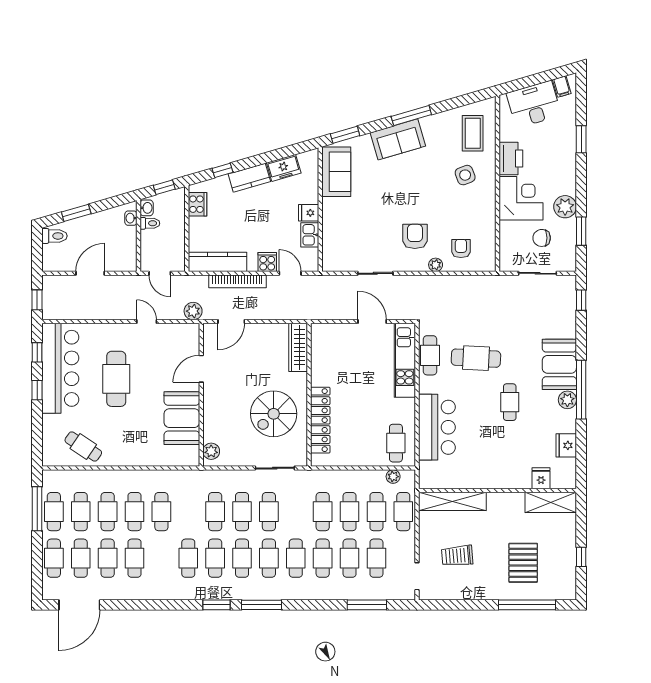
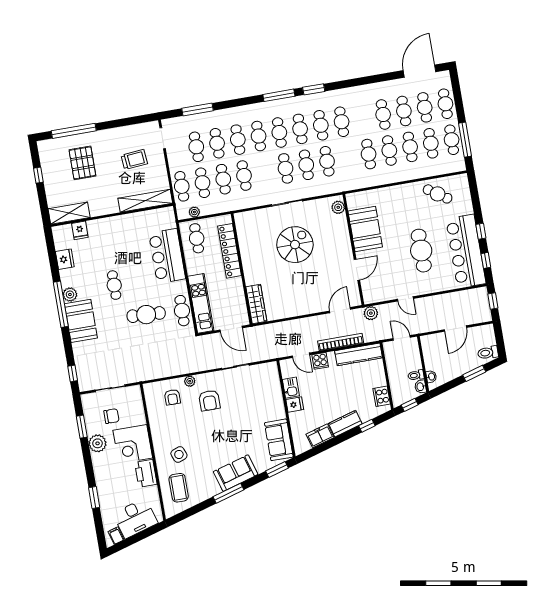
wardrobe: (298, 347) -> (256, 304), moved
wall: (309, 395) -> (242, 269), moved
locker: (320, 420) -> (229, 251), moved

